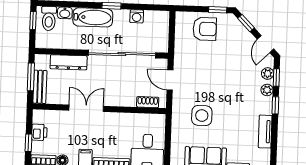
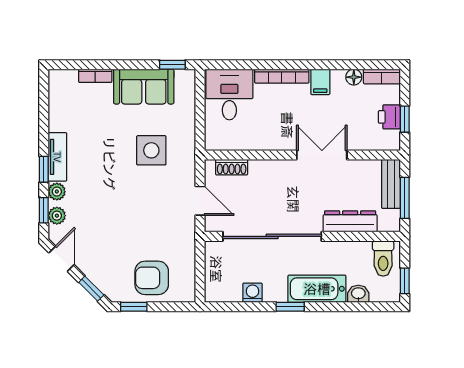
toilet: (49, 19) -> (383, 258), moved, turned 180
double door: (86, 108) -> (322, 155), swing flipped
tv unit: (265, 132) -> (57, 157), moved
window: (28, 143) -> (405, 119), moved

